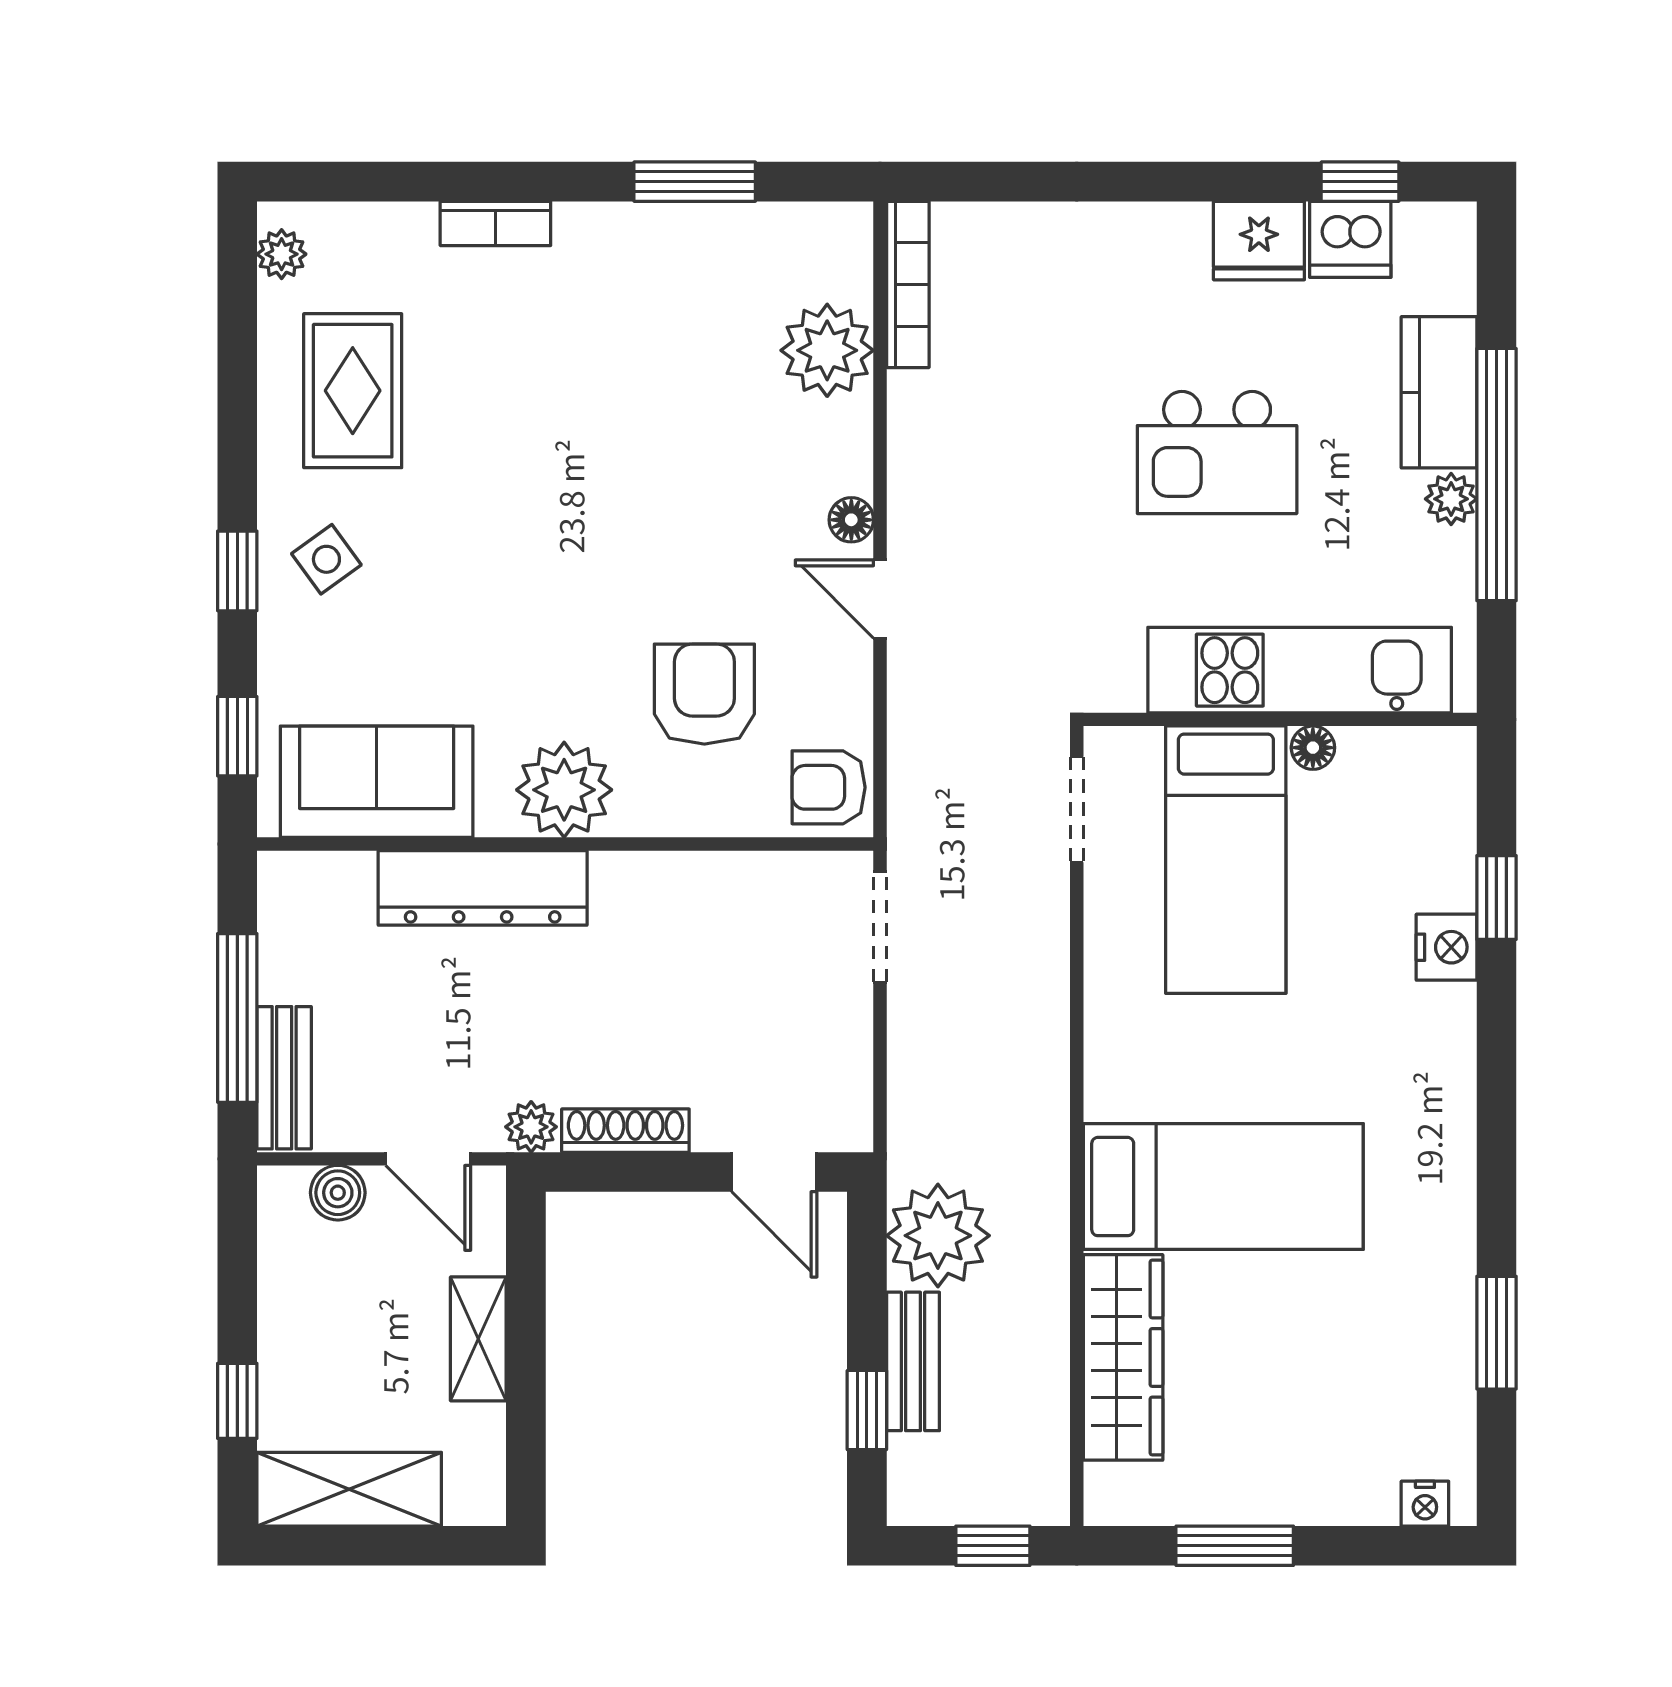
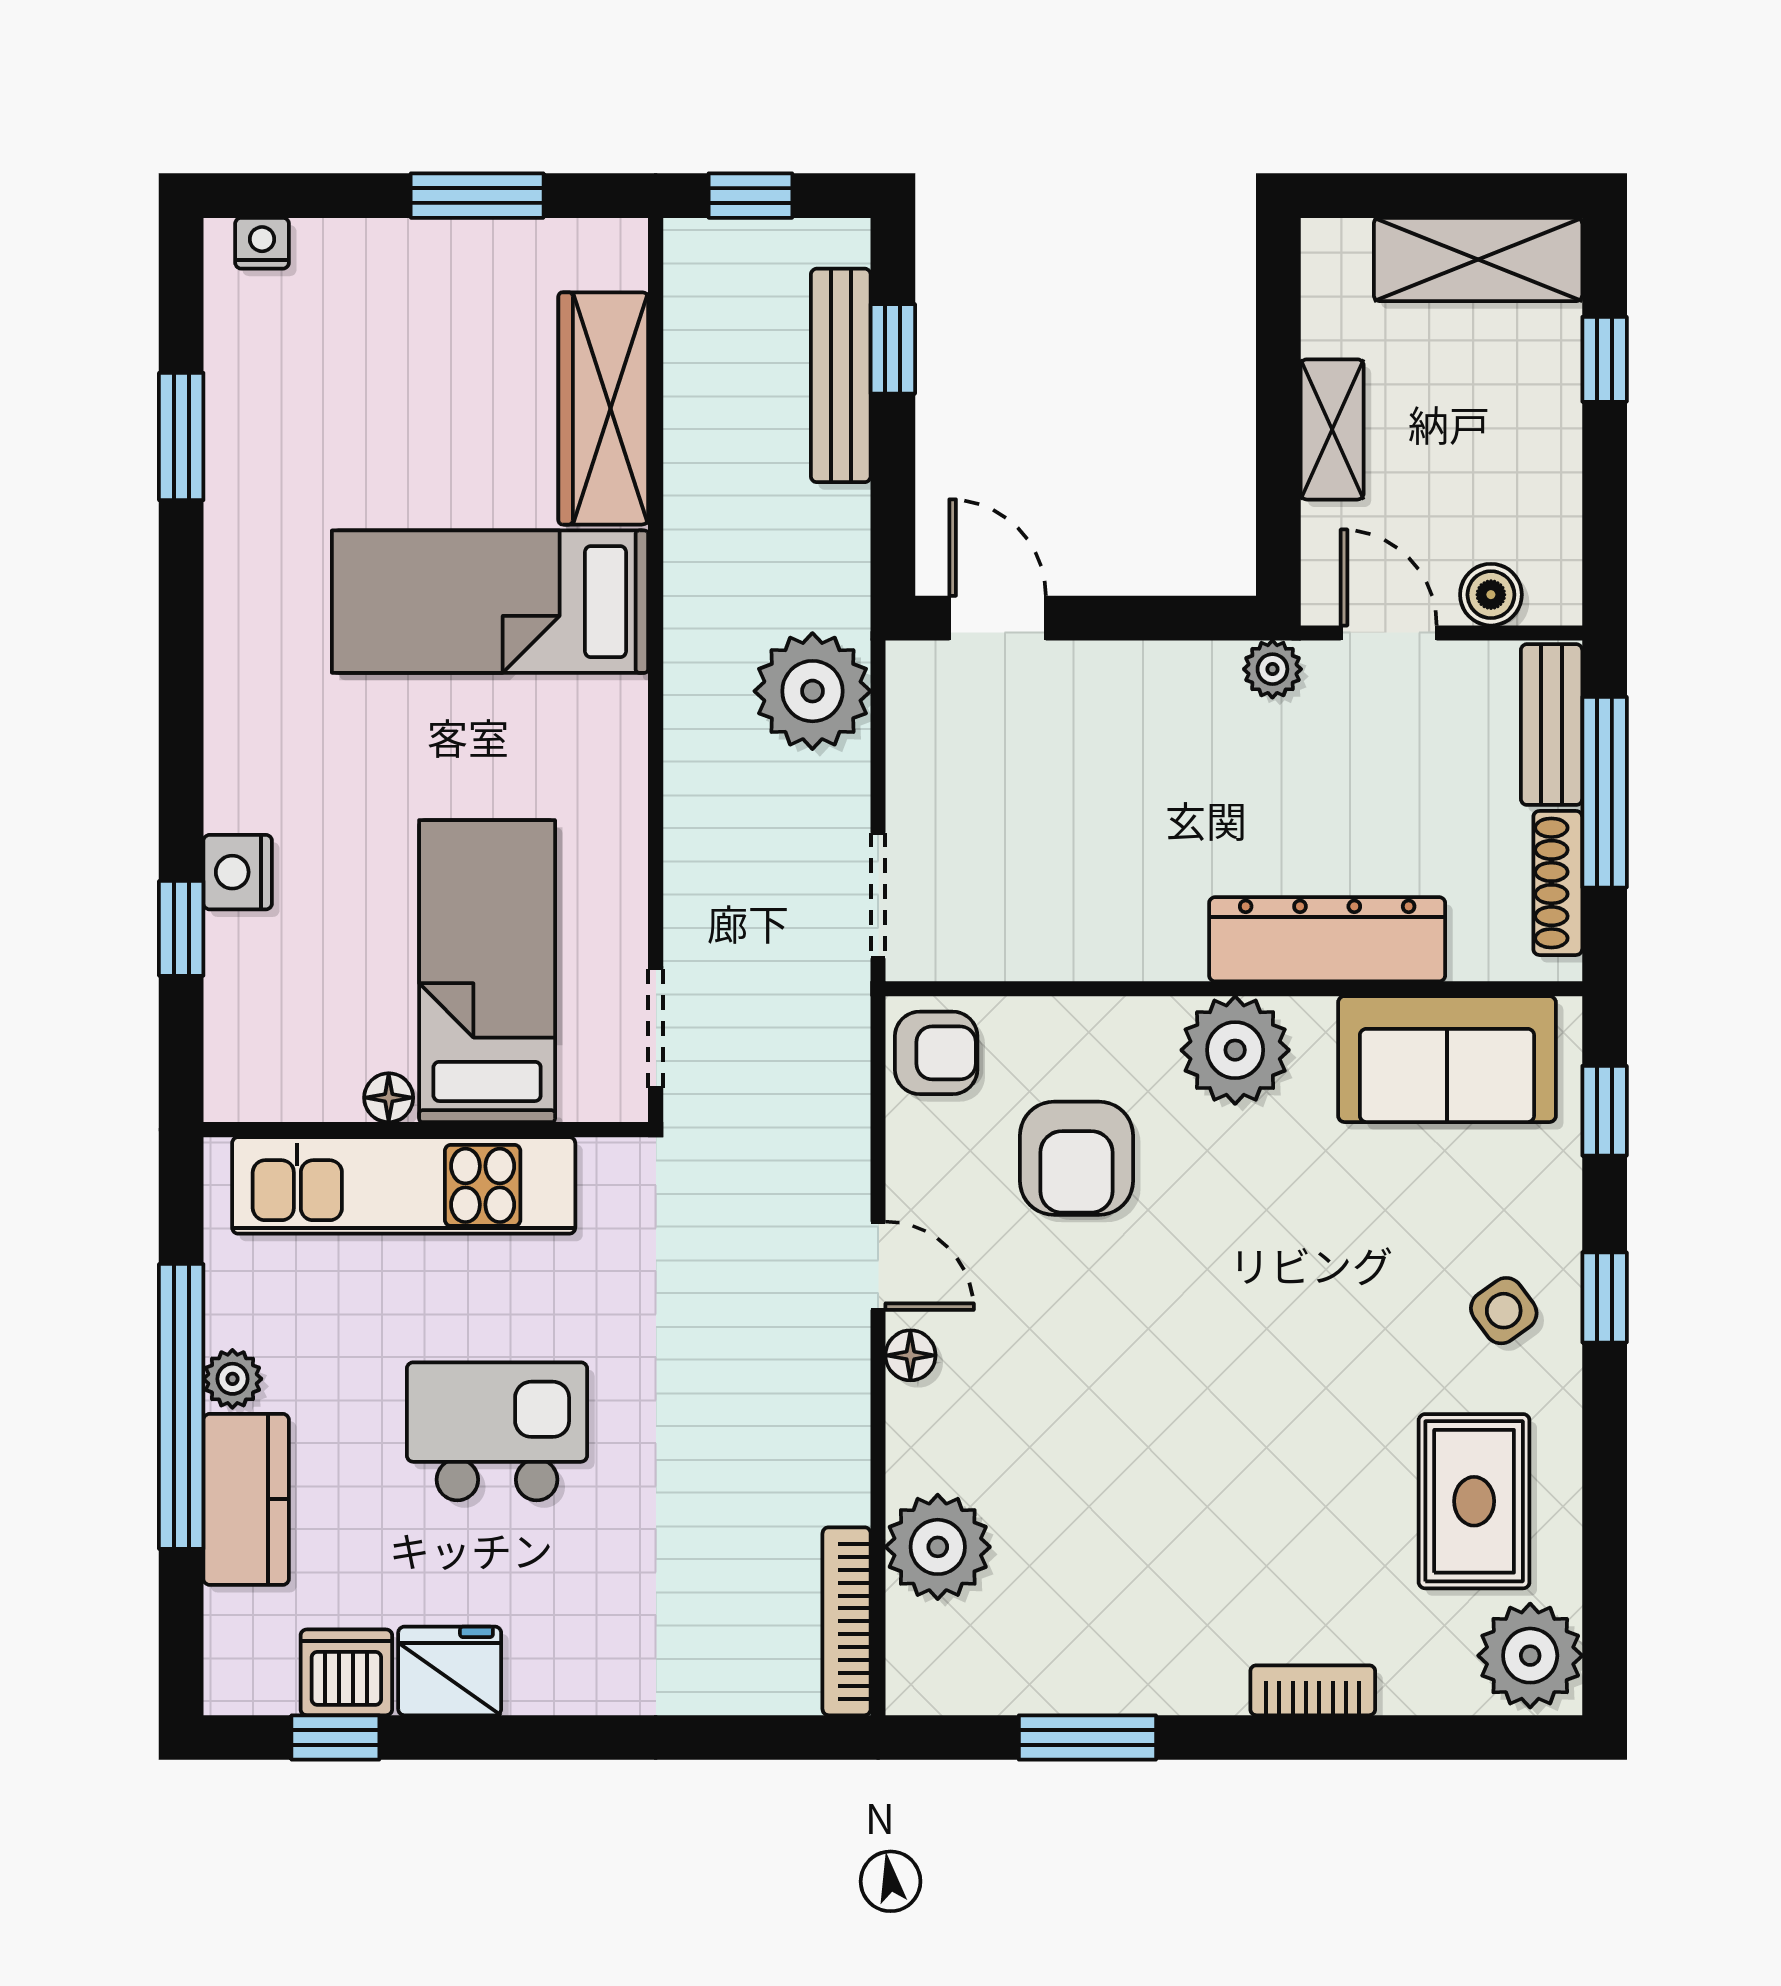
plant: (282, 254) -> (1530, 1656), width x1.88, depth x1.88
shoe rack: (625, 1131) -> (1558, 883), moved, turned 90
plant: (938, 1236) -> (812, 691), moved
bench: (913, 1361) -> (841, 375), width x1.36

